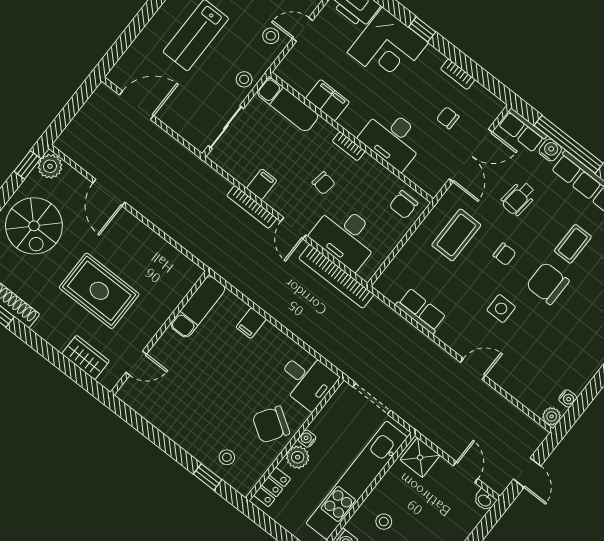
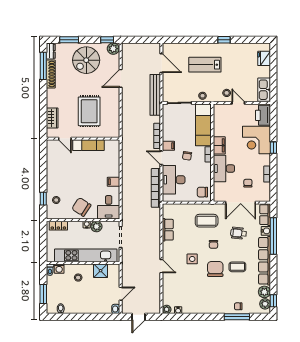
filing cabinet: (327, 100) -> (219, 145), moved
exam couch: (288, 105) -> (203, 125), width x1.36, depth x1.45
bench: (181, 157) -> (155, 95), added
filing cabinet: (262, 184) -> (168, 146), moved
door: (293, 228) -> (161, 158), hinge flipped
rug: (99, 291) -> (89, 111), moved
exam couch: (198, 307) -> (88, 145), moved
filing cabinet: (251, 323) -> (113, 182), moved
plant: (298, 457) -> (96, 226), moved
shower: (420, 458) -> (101, 271), moved

